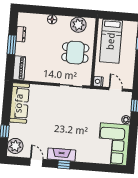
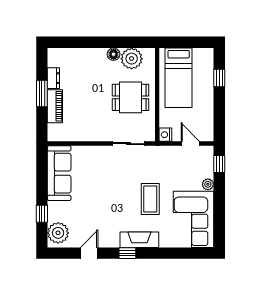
floor lamp: (52, 19) -> (114, 54), moved
piano: (19, 68) -> (55, 106), moved
coffee table: (84, 127) -> (150, 199), added
fireplace: (61, 155) -> (139, 240), moved
door: (36, 162) -> (89, 253), hinge flipped

